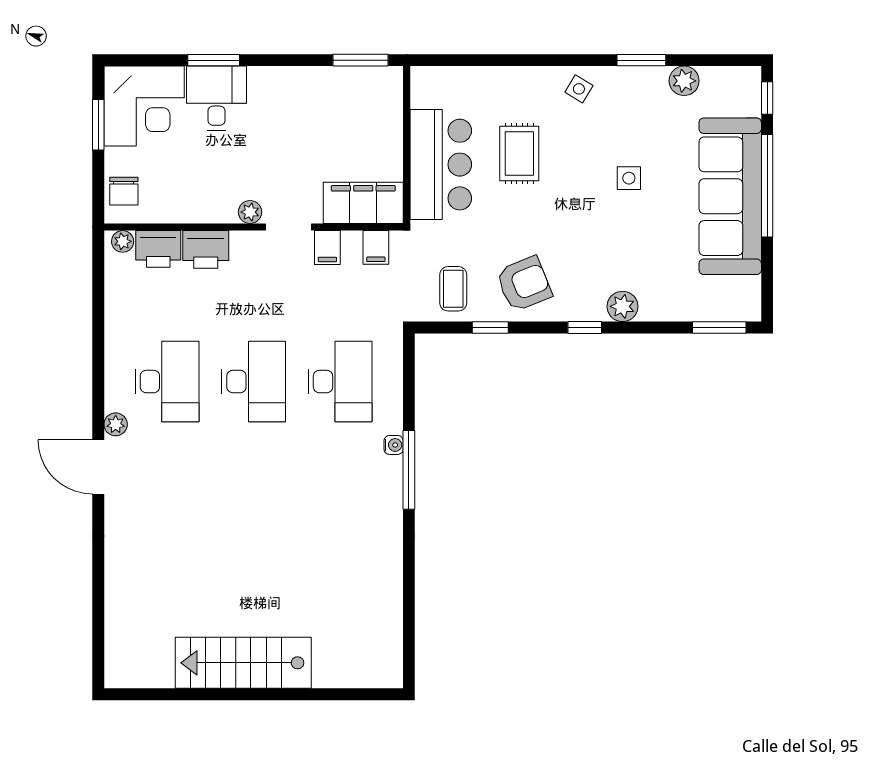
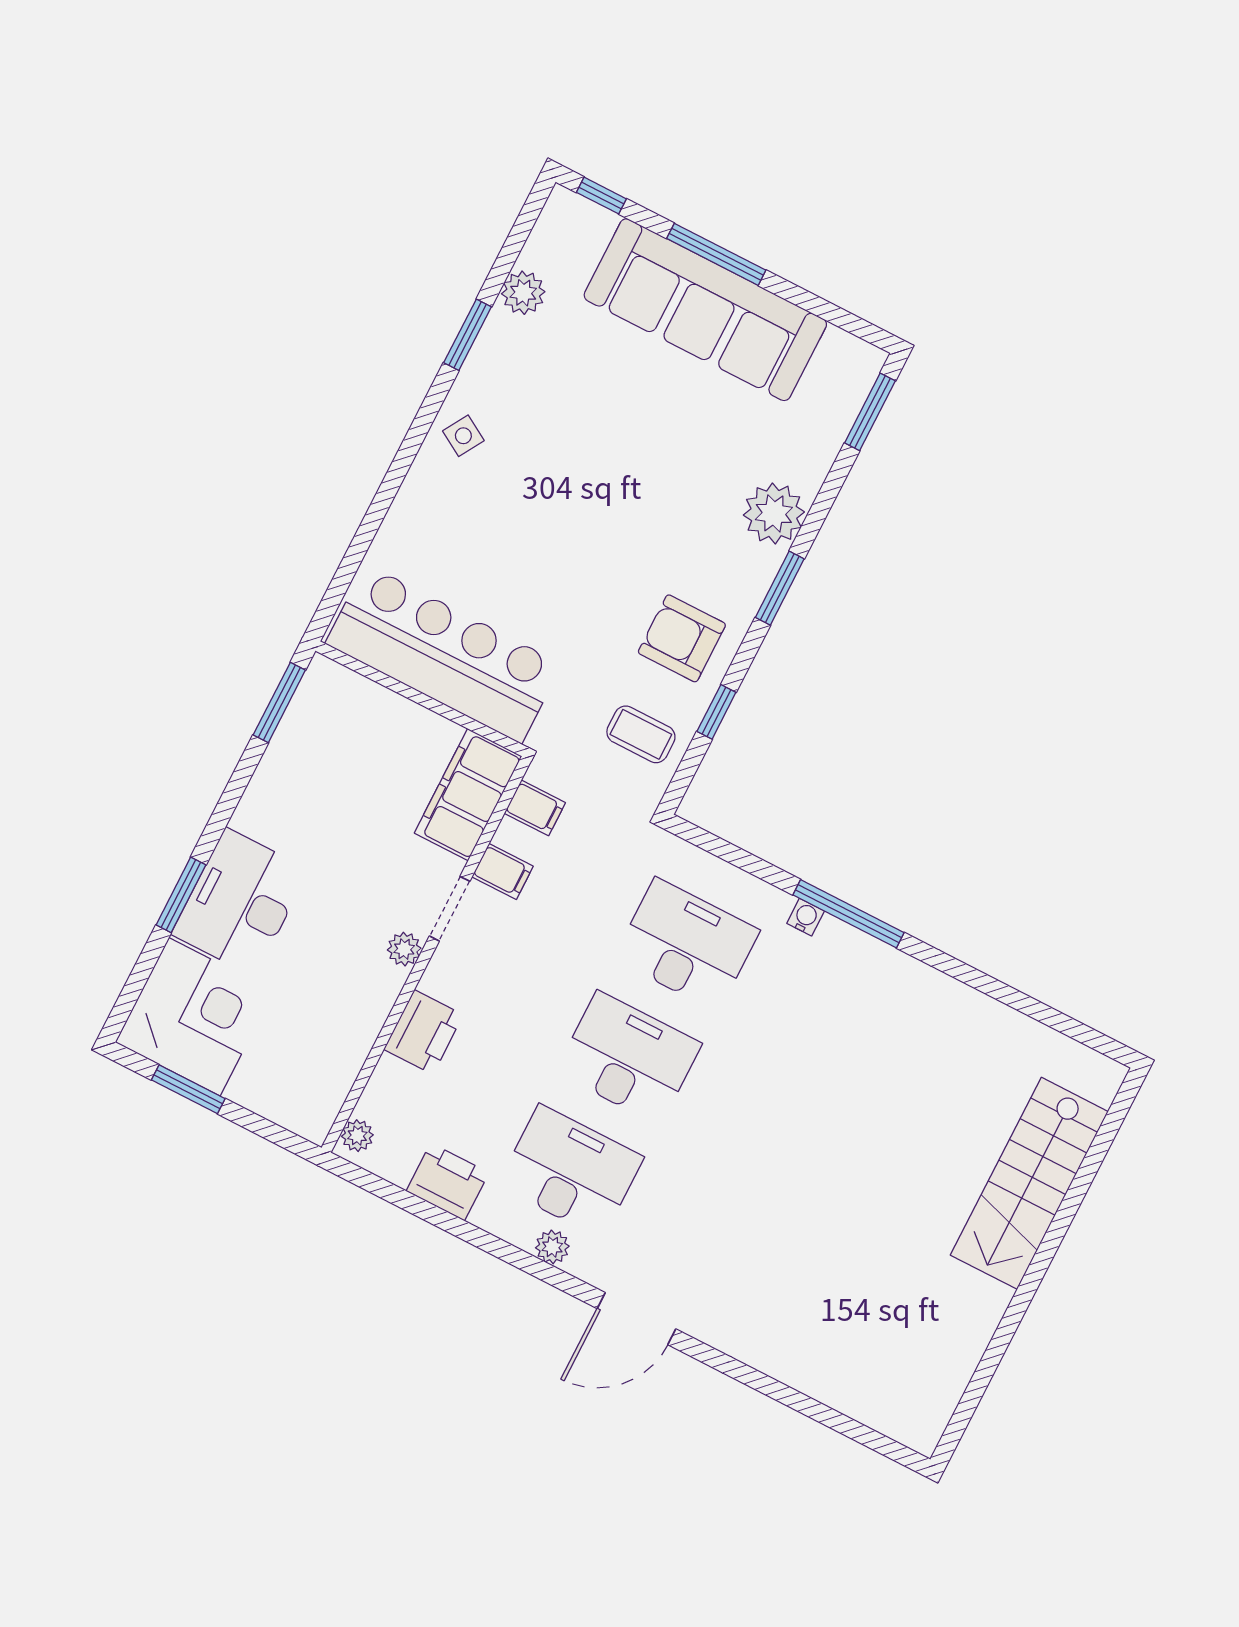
desk: (217, 98) -> (240, 902), width x1.37
rug: (519, 153) -> (508, 557), removed
bar counter: (441, 165) -> (444, 654), width x1.36
side table: (629, 178) -> (614, 430), removed
window: (767, 186) -> (716, 254), width x0.68
chair: (124, 191) -> (292, 1100), removed
printer: (158, 249) -> (448, 1182), moved, turned -90
armchair: (524, 284) -> (682, 638), turned -68
plant: (622, 306) -> (774, 513), width x1.36, depth x1.36
window: (585, 328) -> (780, 588), width x1.50
plant: (116, 424) -> (552, 1247), moved
stairs: (243, 663) -> (1029, 1183), moved

